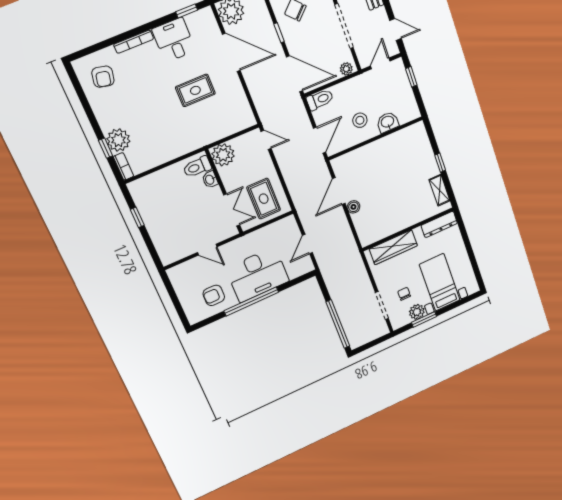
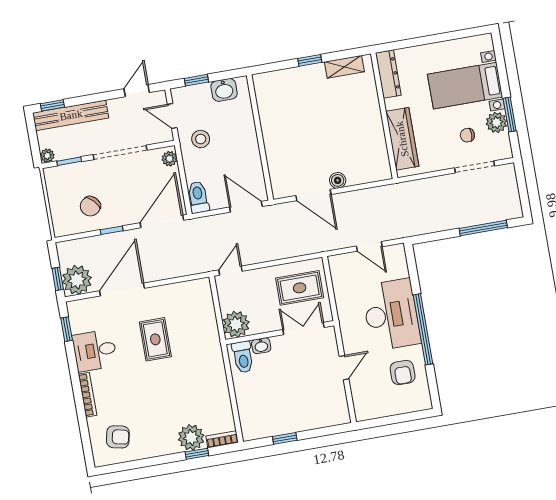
stool: (360, 120) -> (201, 139), moved
washbasin: (388, 122) -> (224, 90), moved, turned -90
window: (338, 324) -> (483, 228), width x0.68

